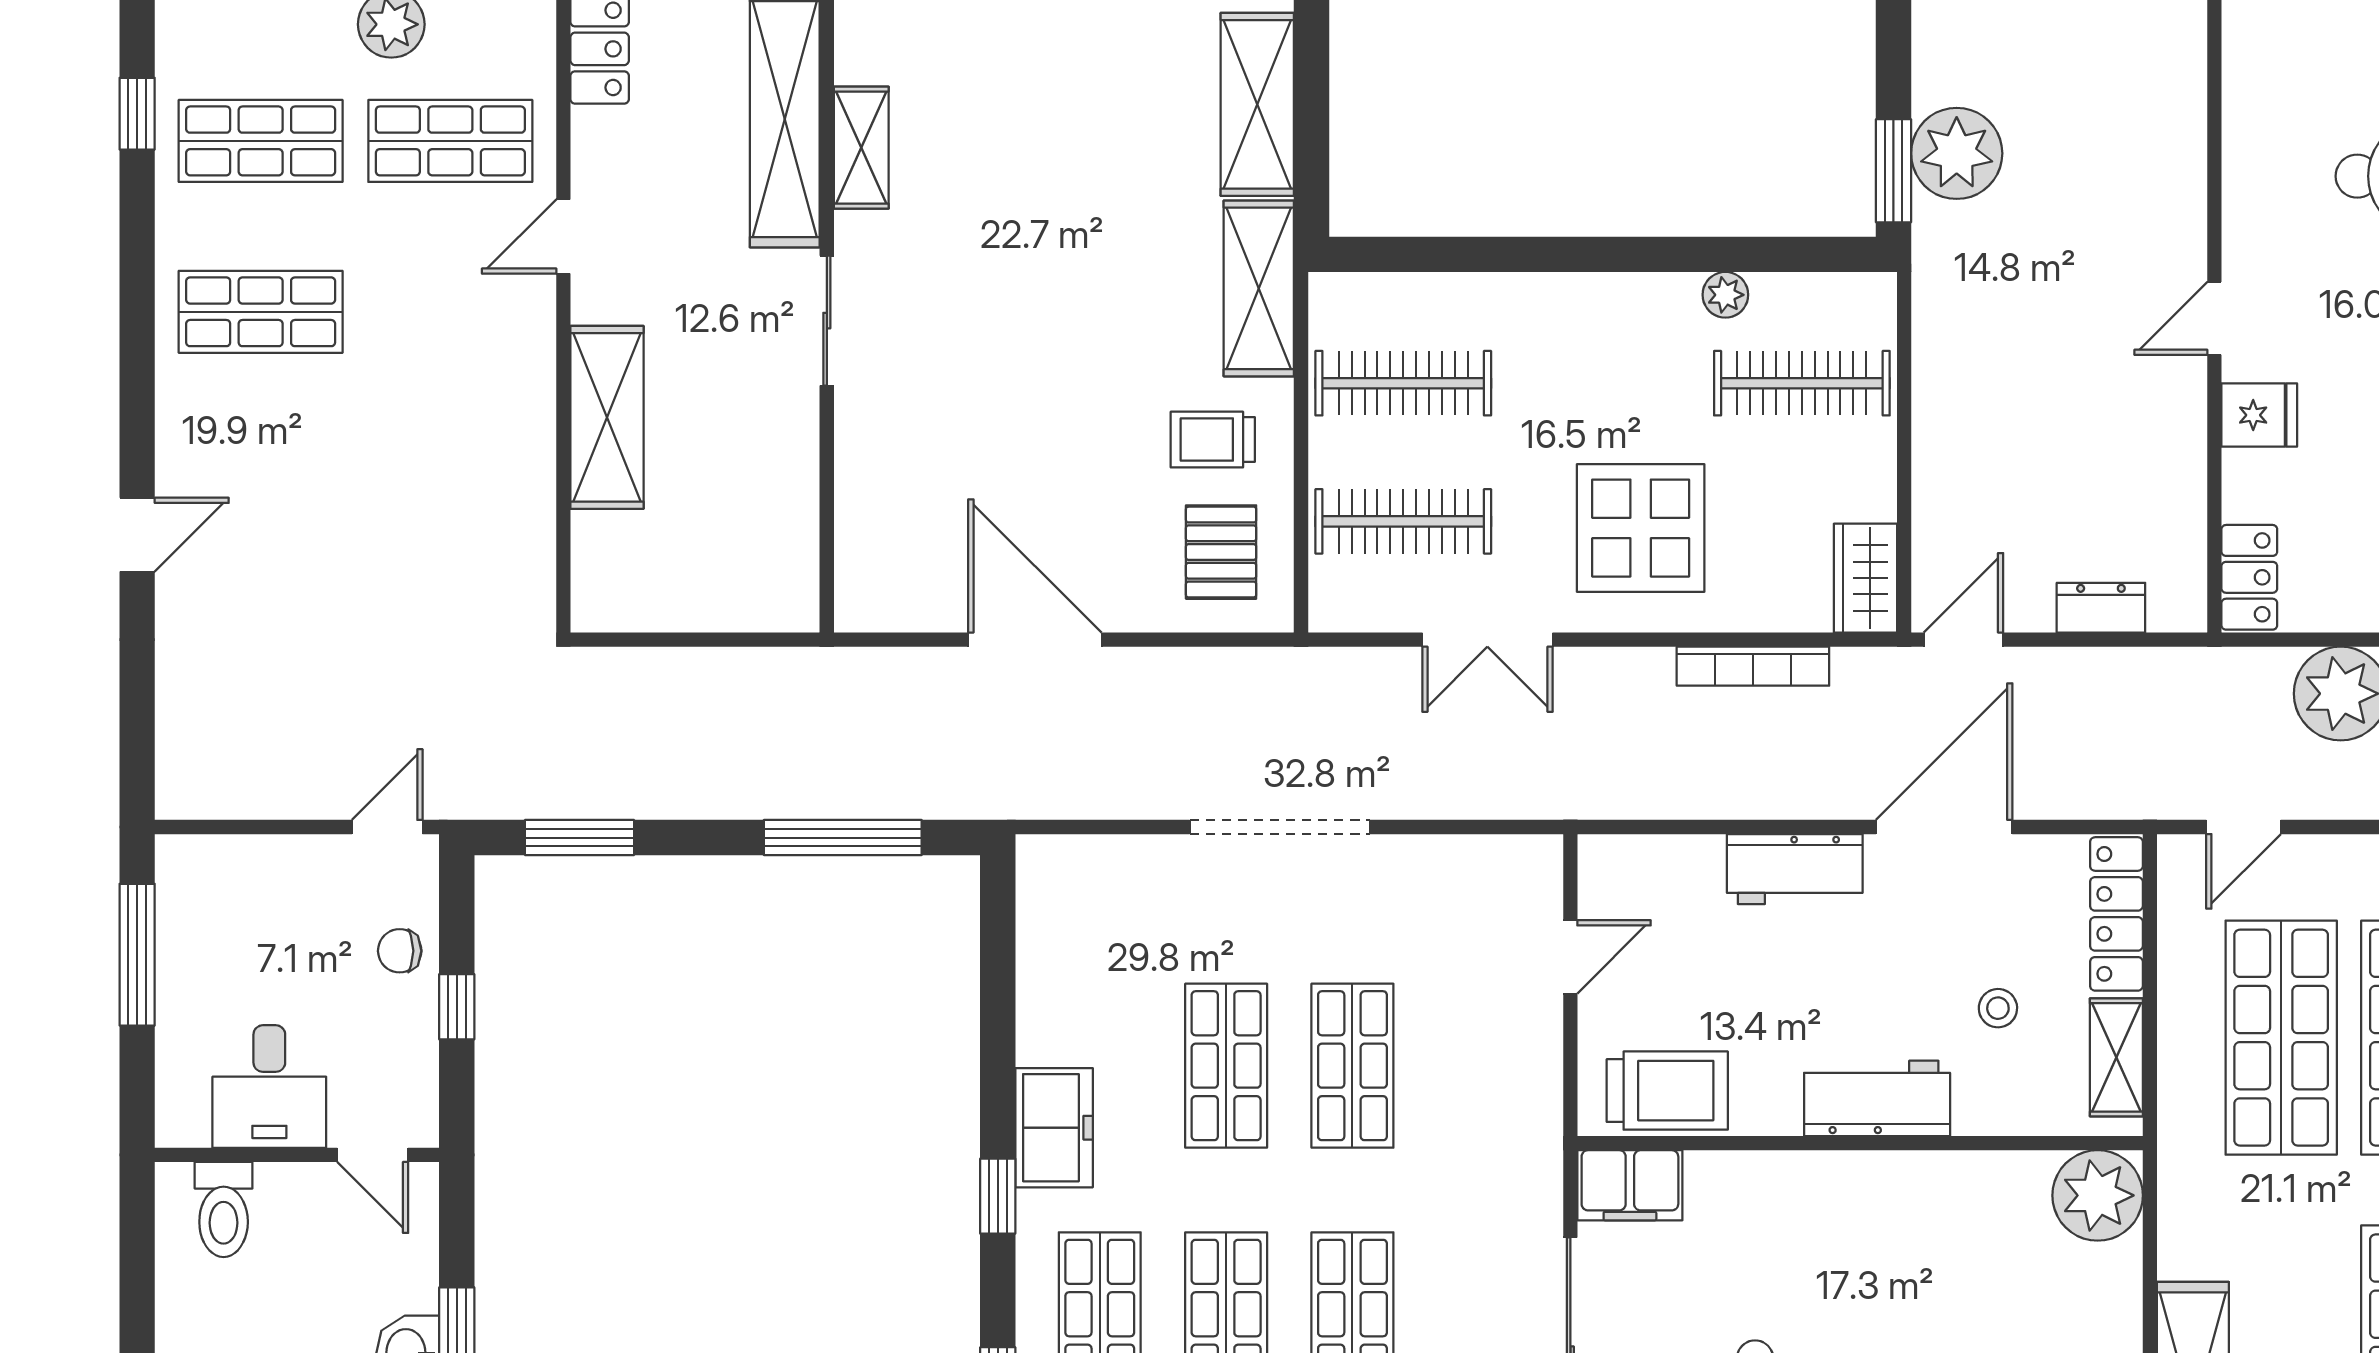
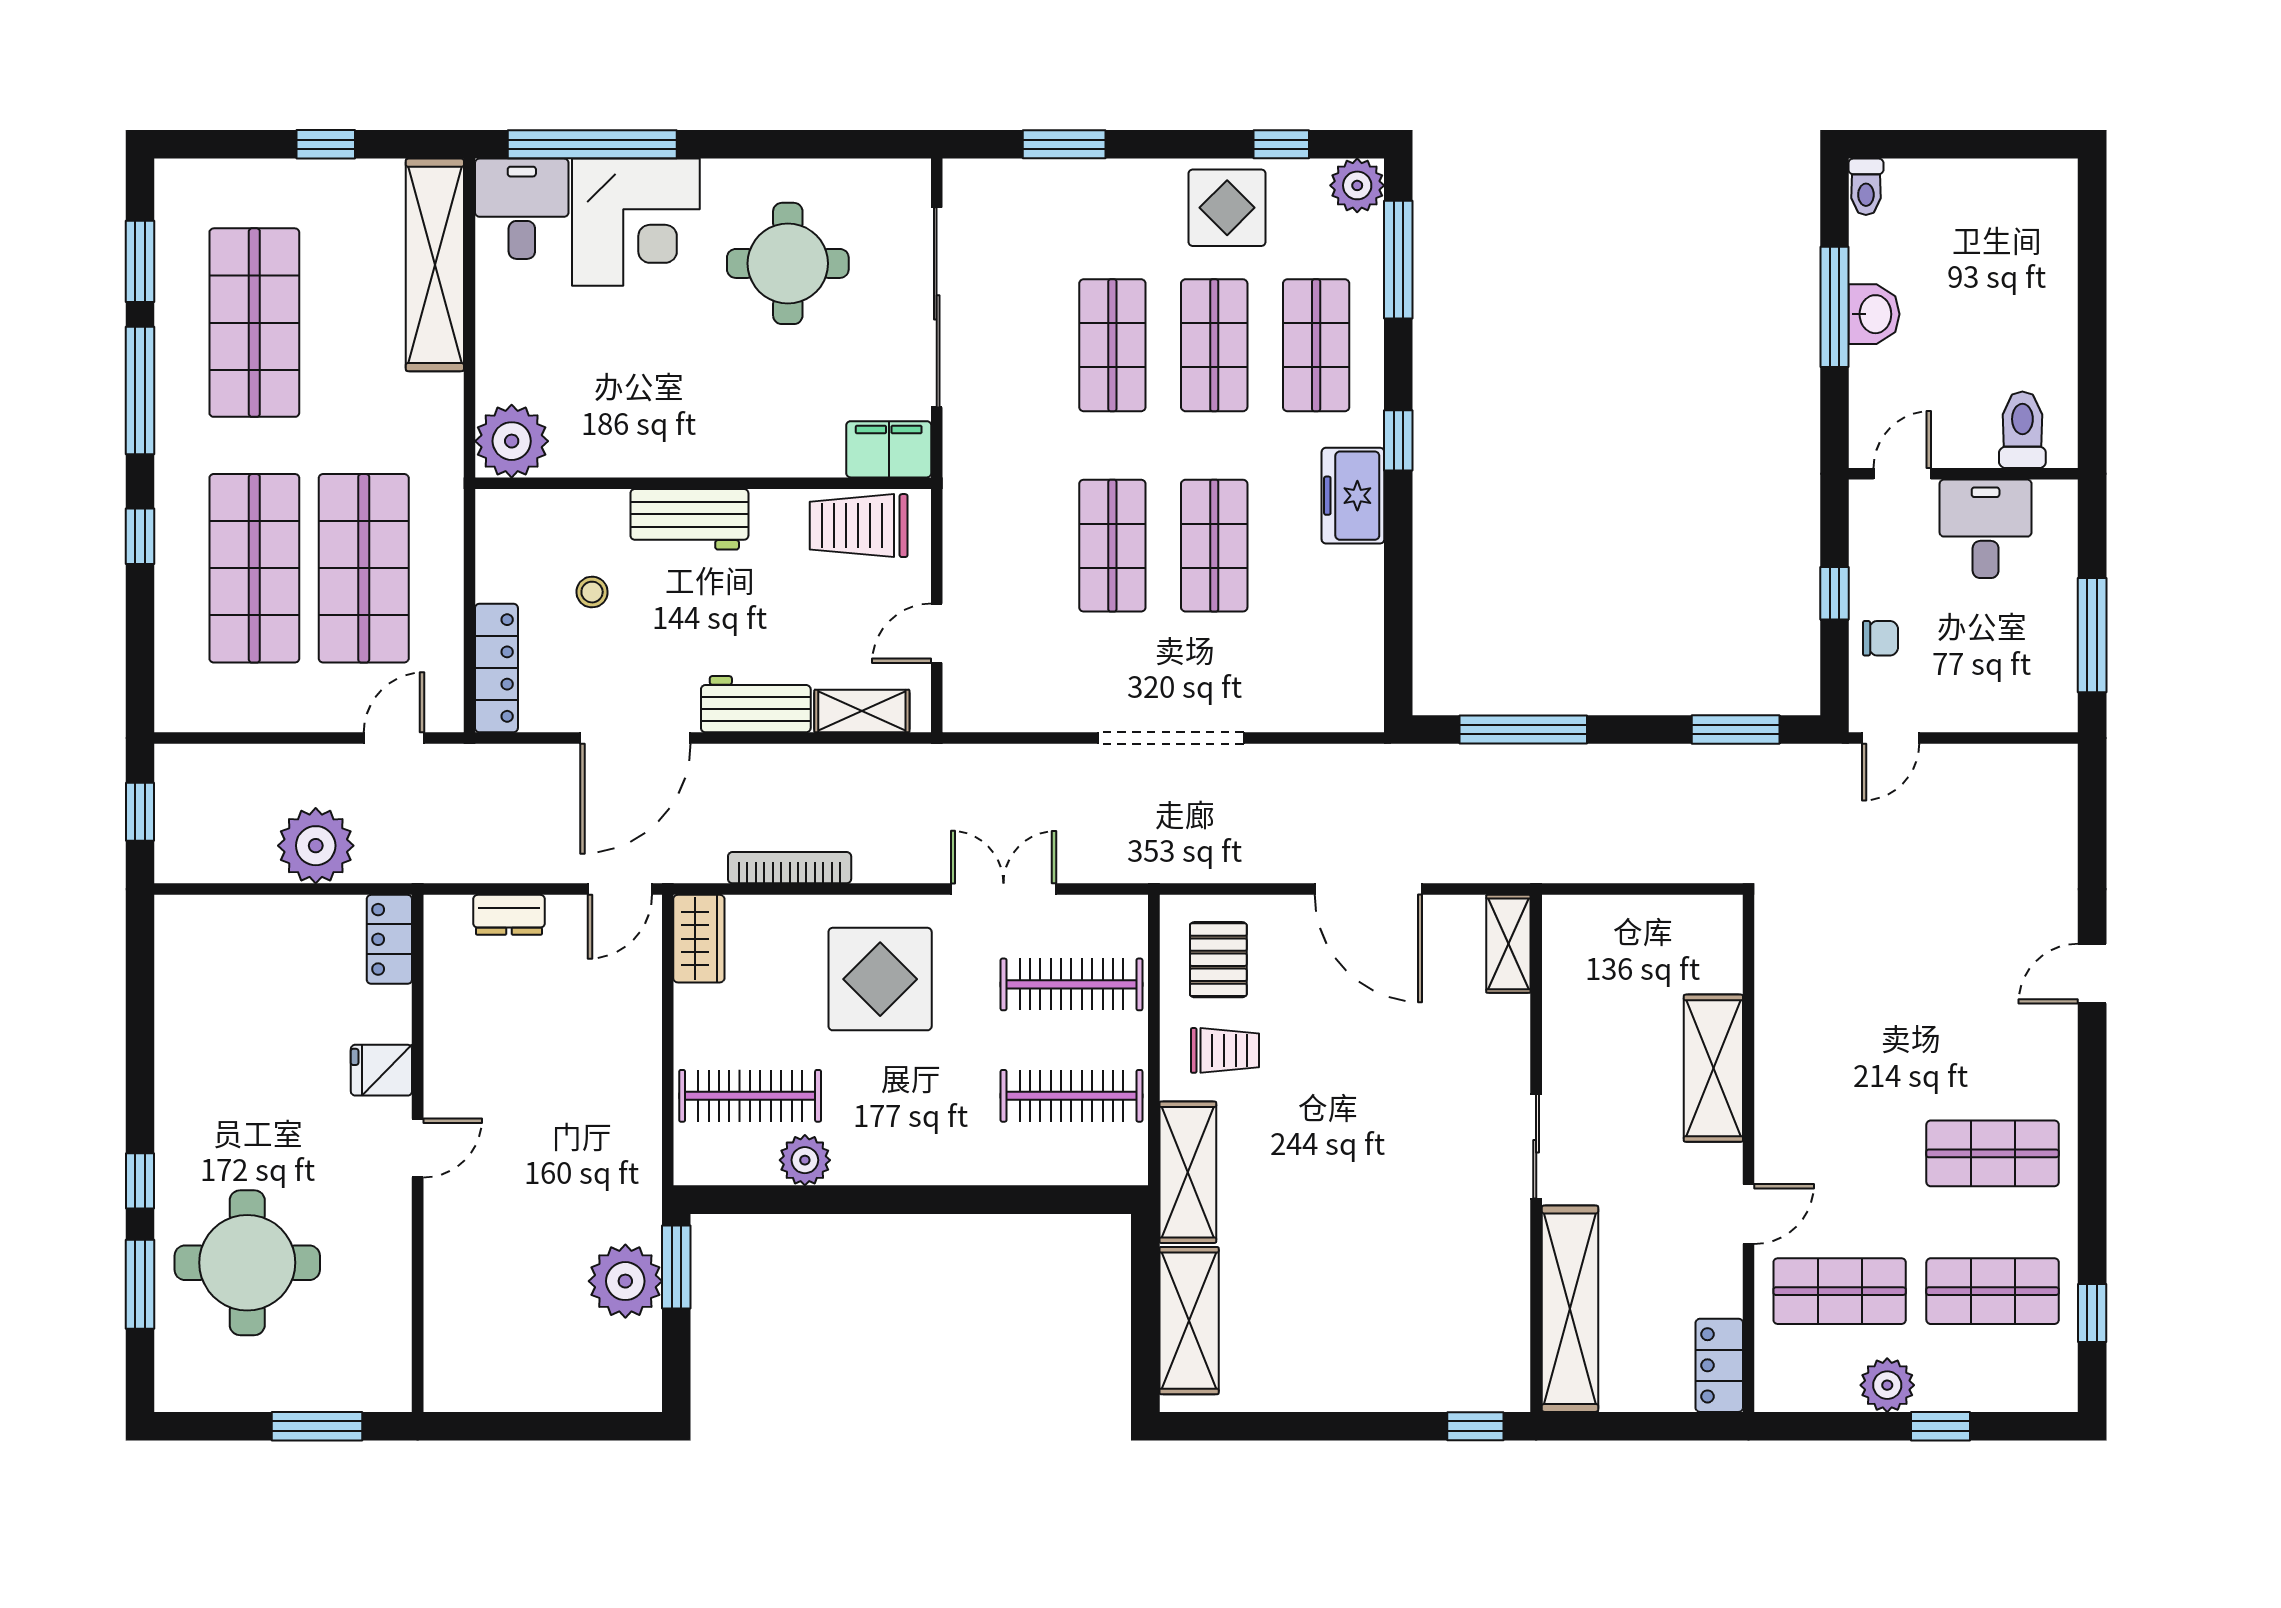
shelving: (861, 148) -> (1508, 944), moved
plant: (1725, 295) -> (805, 1160), width x1.38, depth x1.38
shelving: (2116, 1057) -> (862, 711), moved, turned 90
door: (373, 1155) -> (1902, 474), hinge flipped

